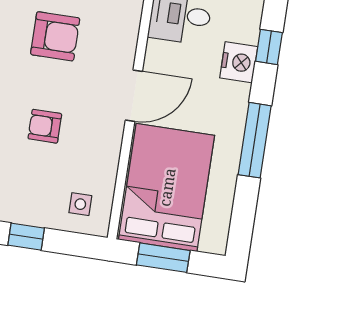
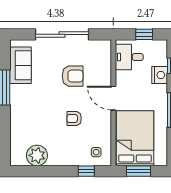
door: (134, 96) -> (113, 98), swing flipped
window: (26, 237) -> (86, 171), moved

